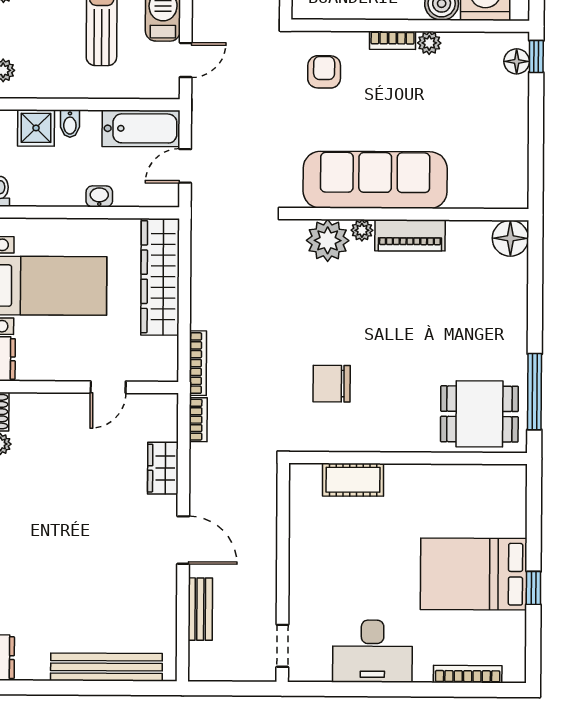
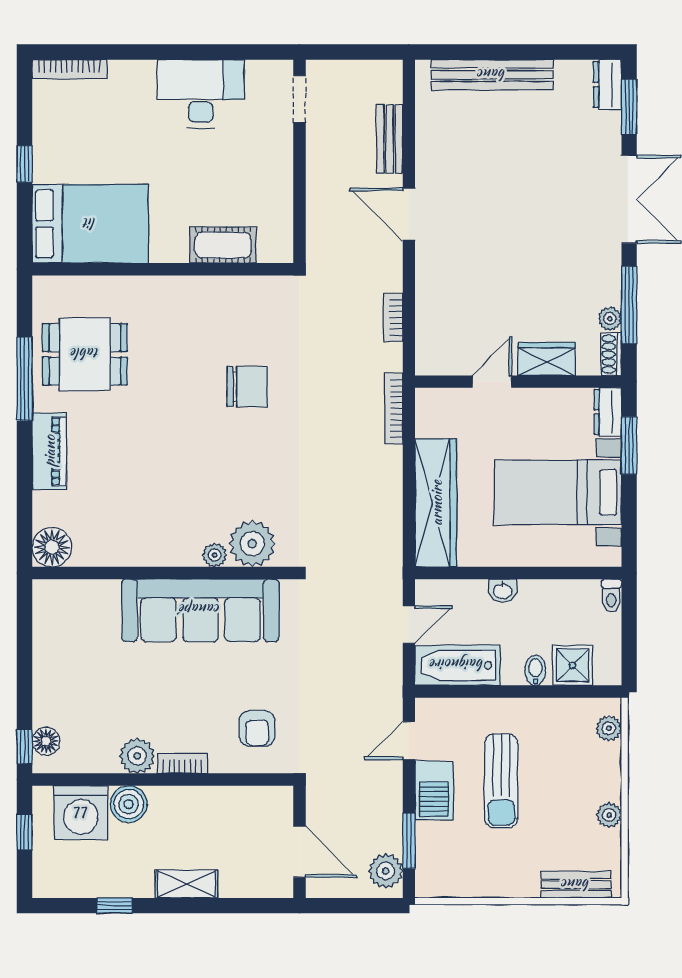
plant: (429, 43) -> (137, 756), width x1.38, depth x1.38
piano: (410, 235) -> (49, 451), moved, turned 90
bookcase: (198, 420) -> (393, 318), moved
wall: (408, 458) -> (163, 269), moved
wardrobe: (163, 468) -> (547, 359), moved, turned -90
cot: (353, 480) -> (223, 245), moved
bed: (474, 574) -> (90, 224), moved
bookcase: (468, 674) -> (70, 69), moved

